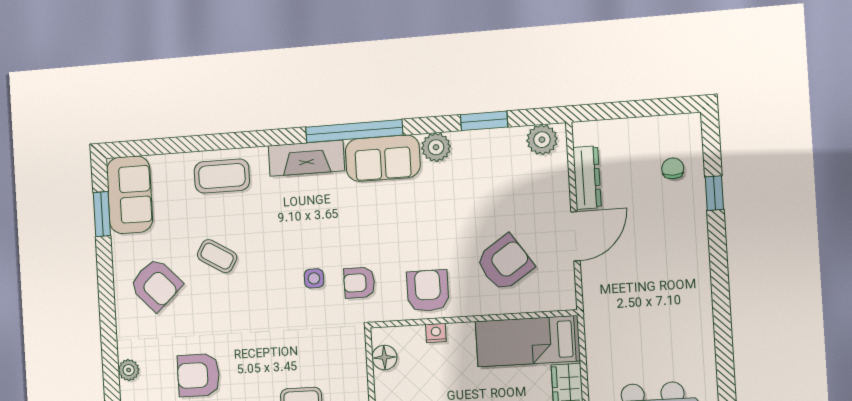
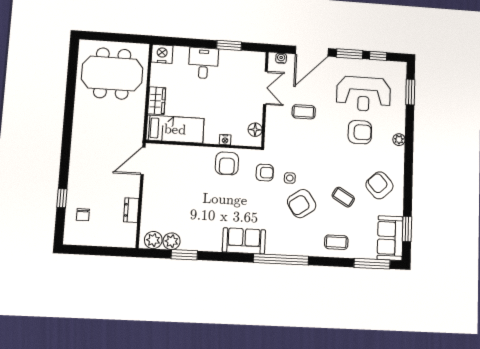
window: (354, 131) -> (281, 259), moved
window: (157, 147) -> (372, 264), added
plant: (436, 147) -> (172, 241), moved
fireplace: (306, 158) -> (287, 246), removed
coffee table: (222, 176) -> (336, 242), width x0.73, depth x0.77
dresser: (587, 178) -> (131, 210), width x0.70
door: (576, 236) -> (143, 161), moved
armchair: (505, 263) -> (302, 204), moved

